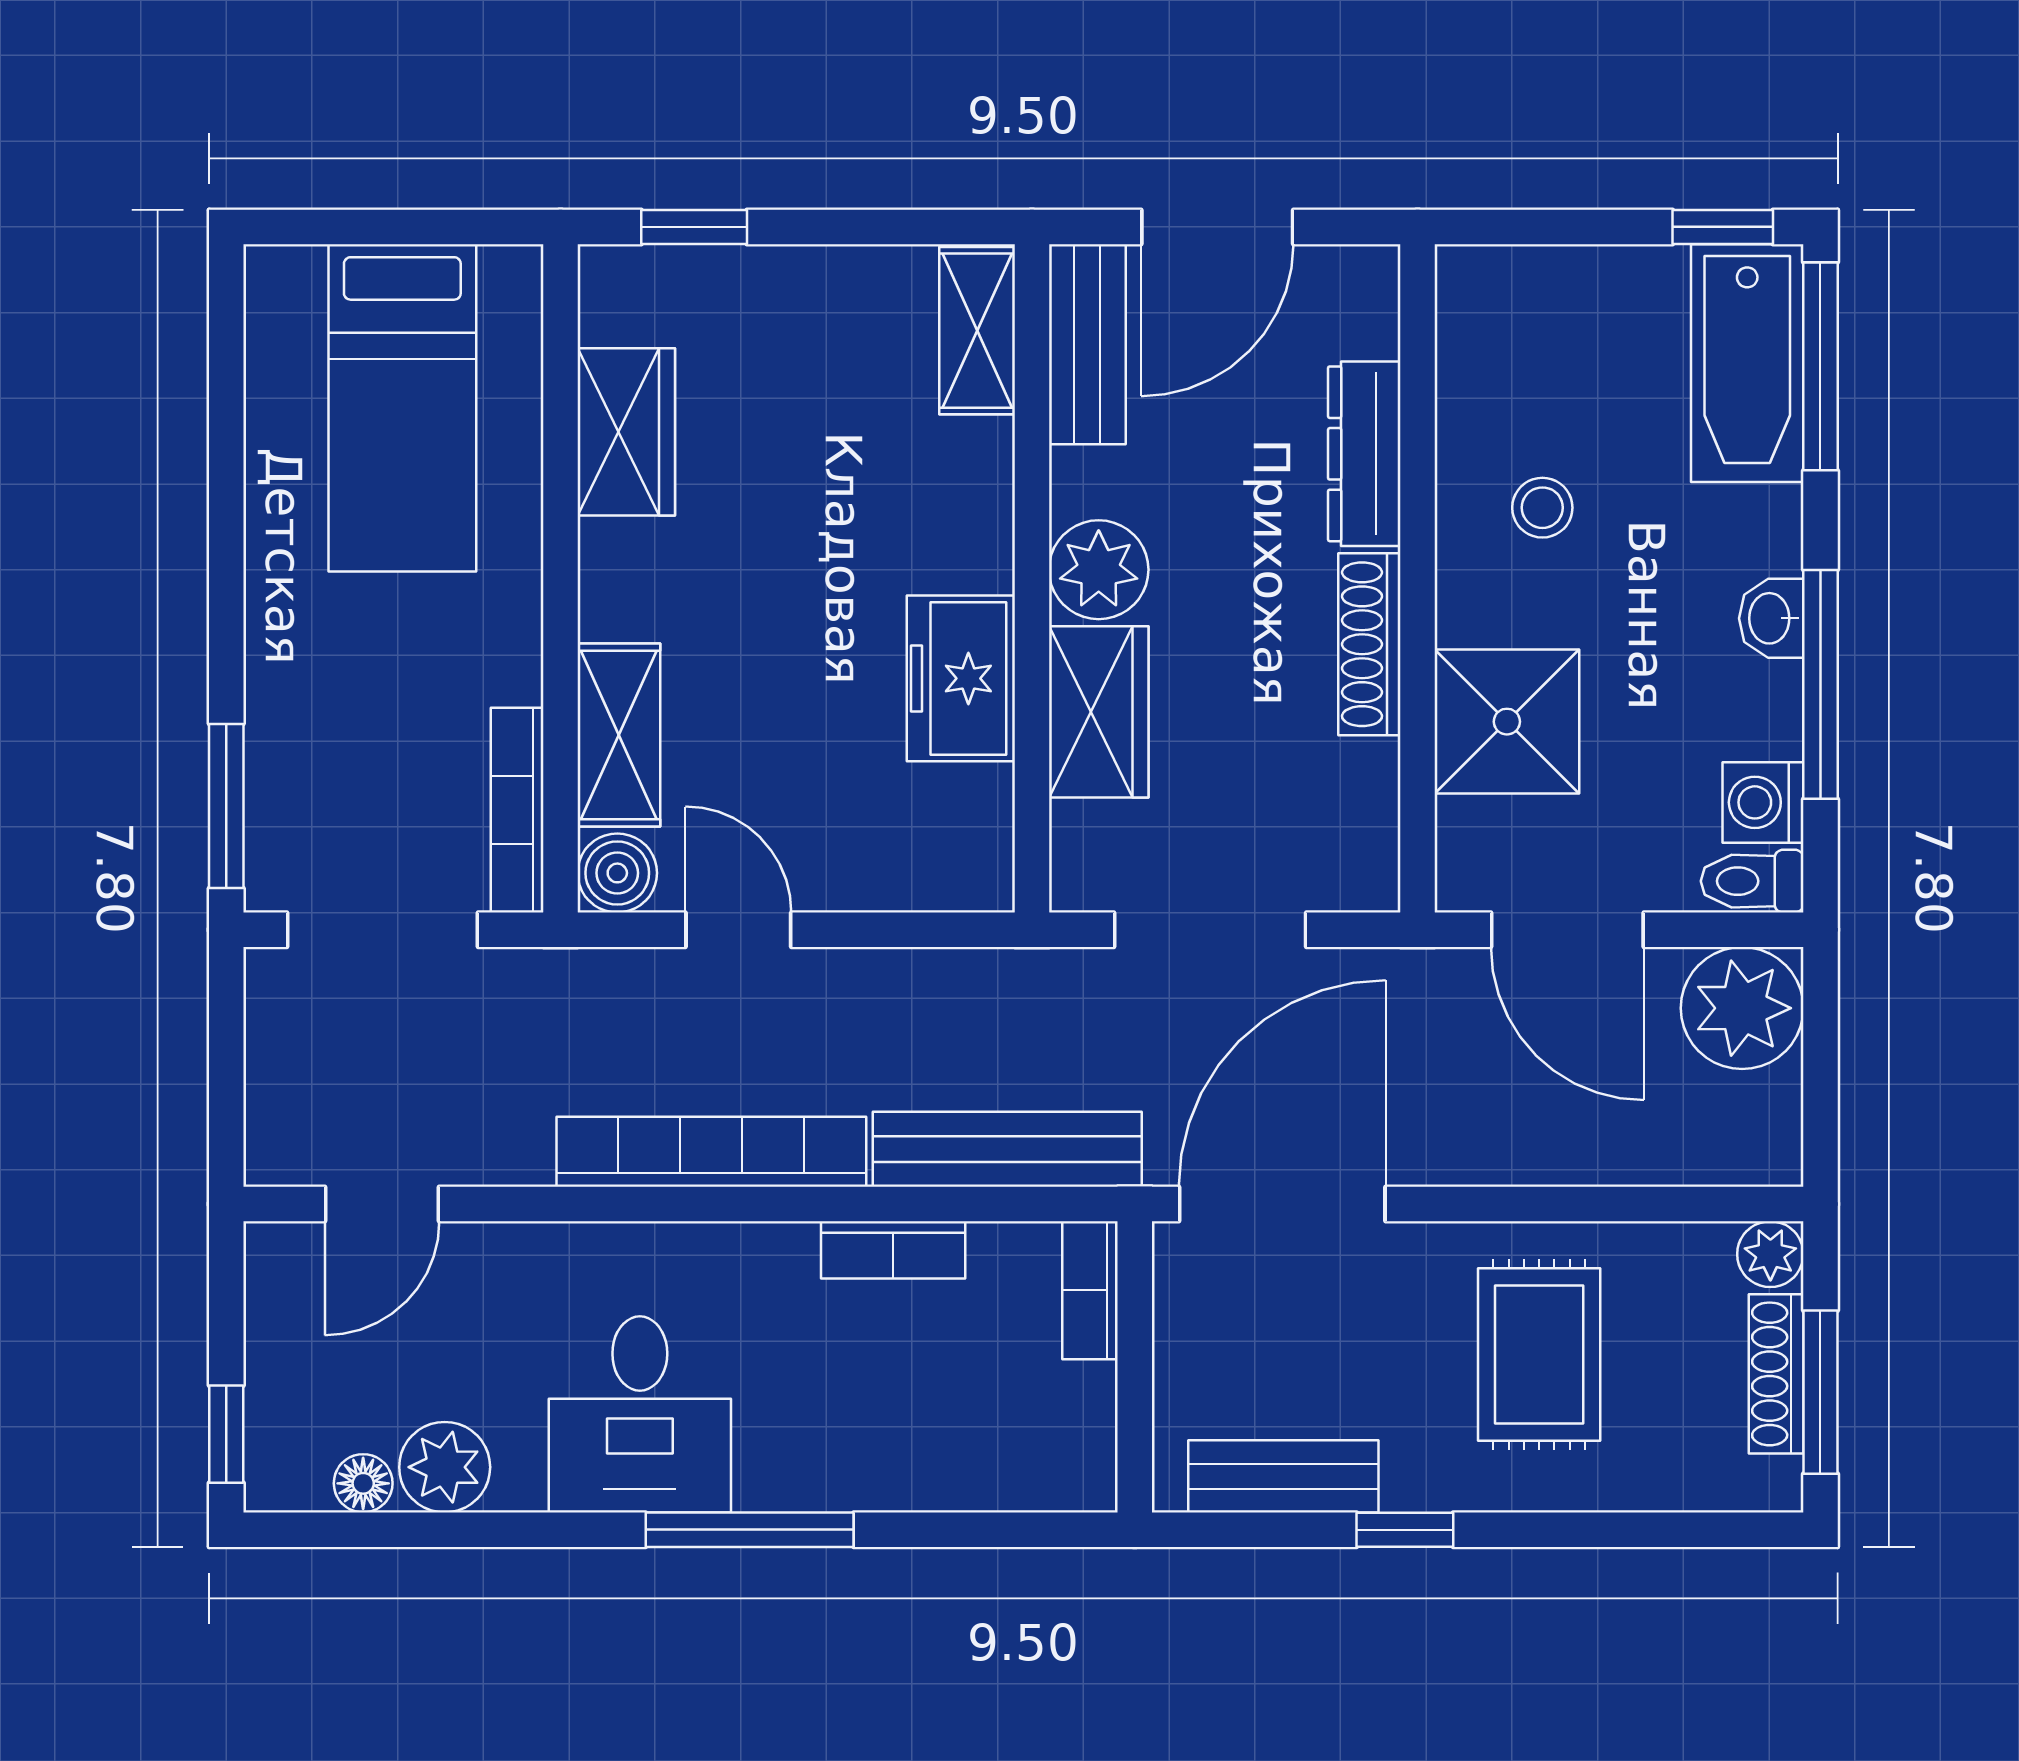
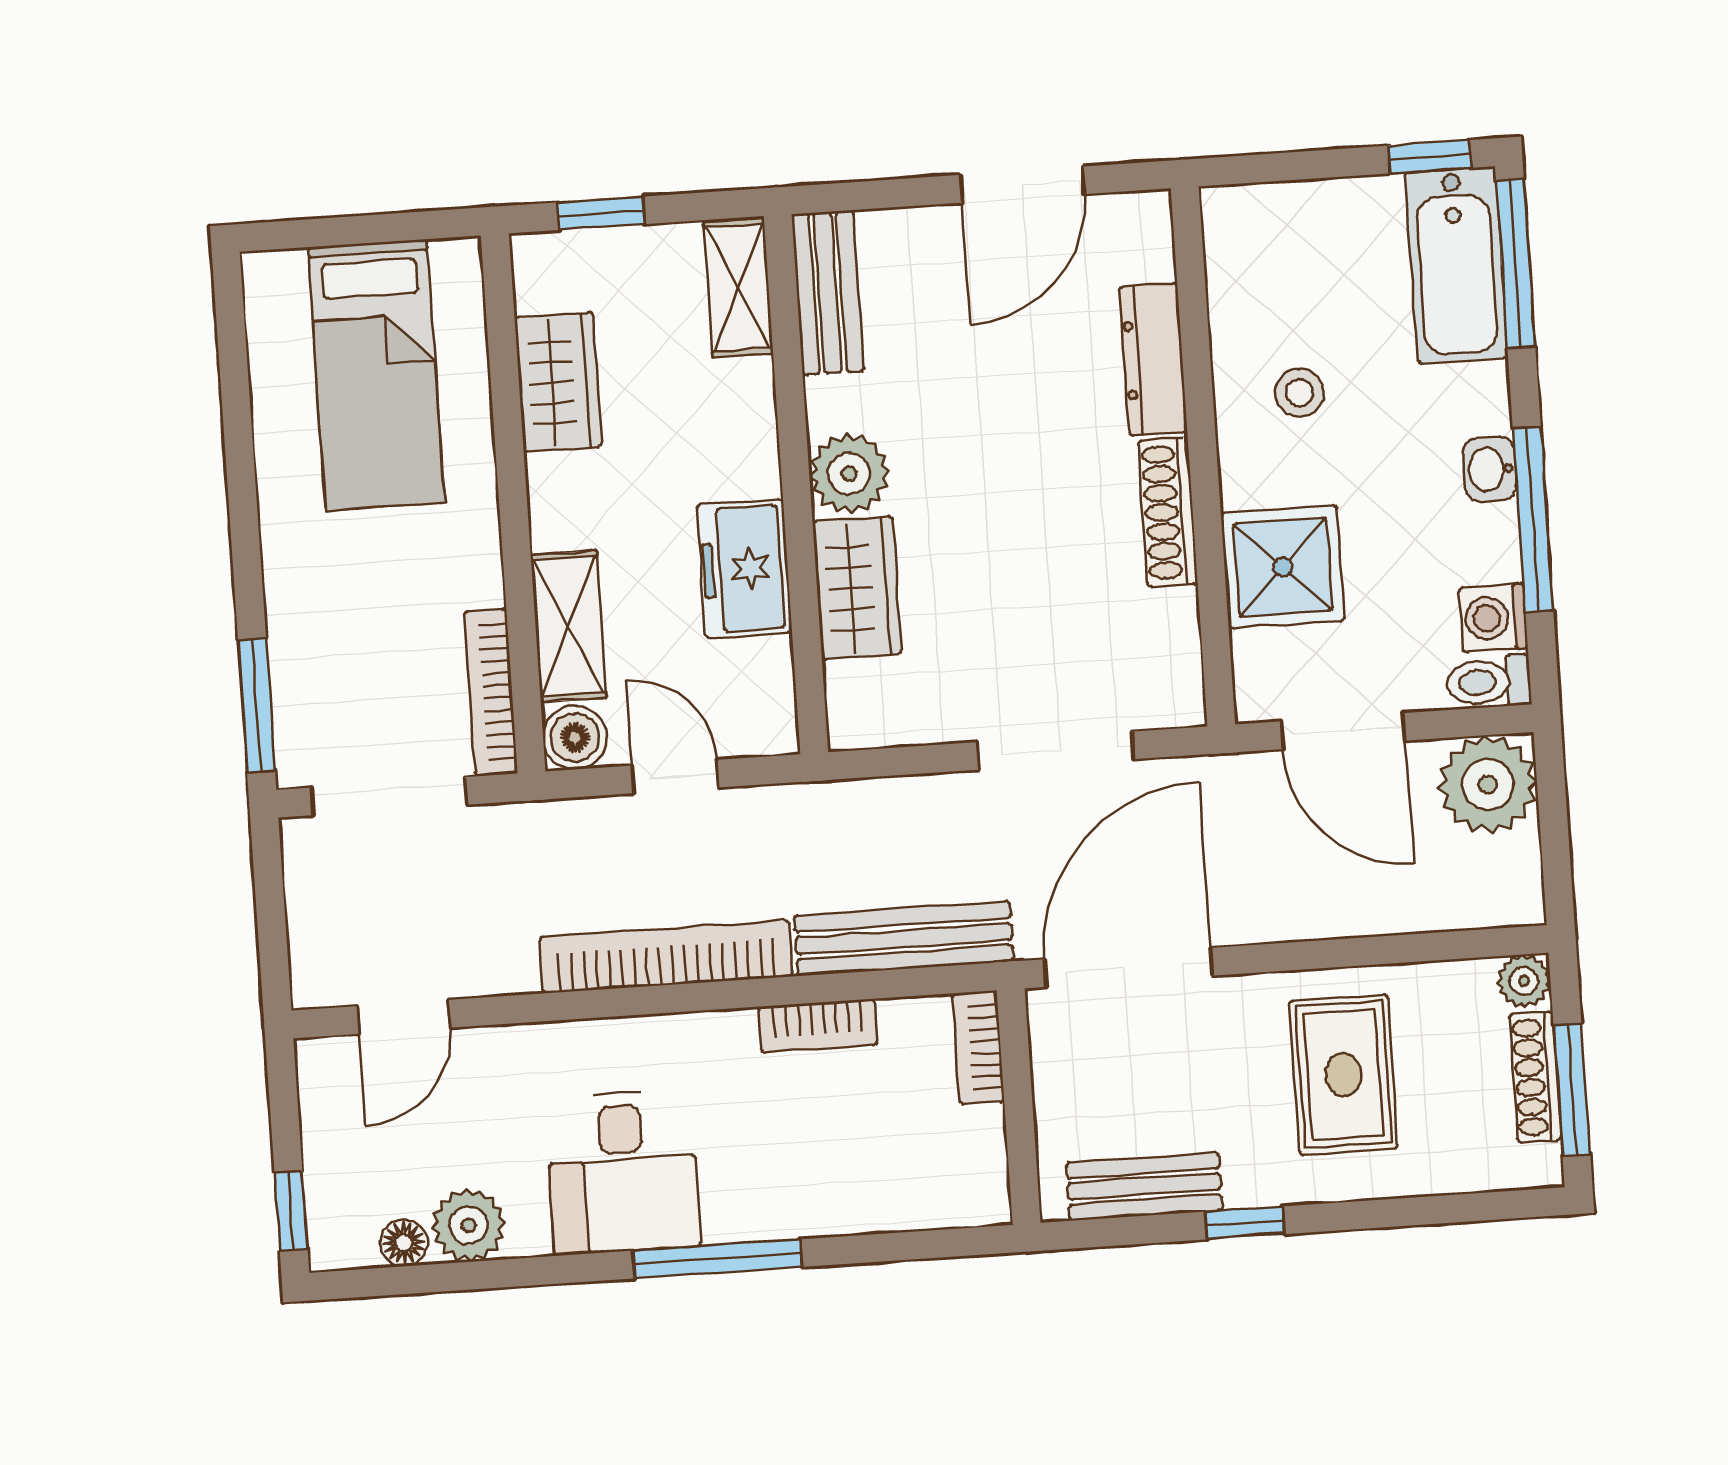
shelving: (977, 331) -> (738, 288), moved
bench: (1087, 344) -> (828, 293), moved
plant: (1099, 570) -> (849, 474), moved
wall: (1032, 578) -> (796, 484), moved
freezer: (961, 678) -> (744, 569), moved
wardrobe: (1099, 712) -> (857, 588), moved

